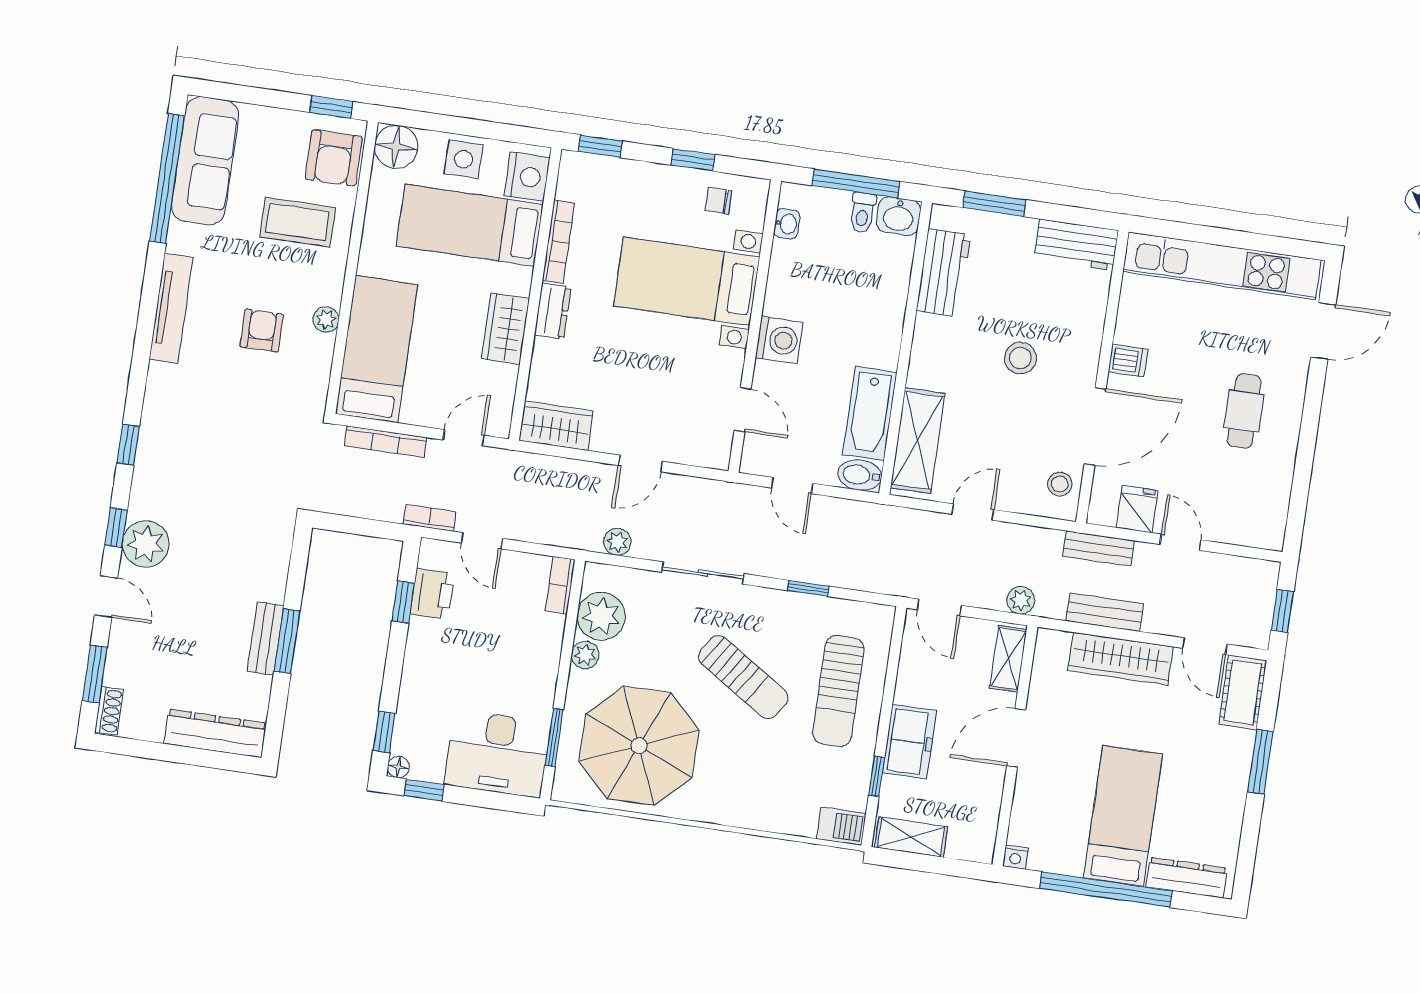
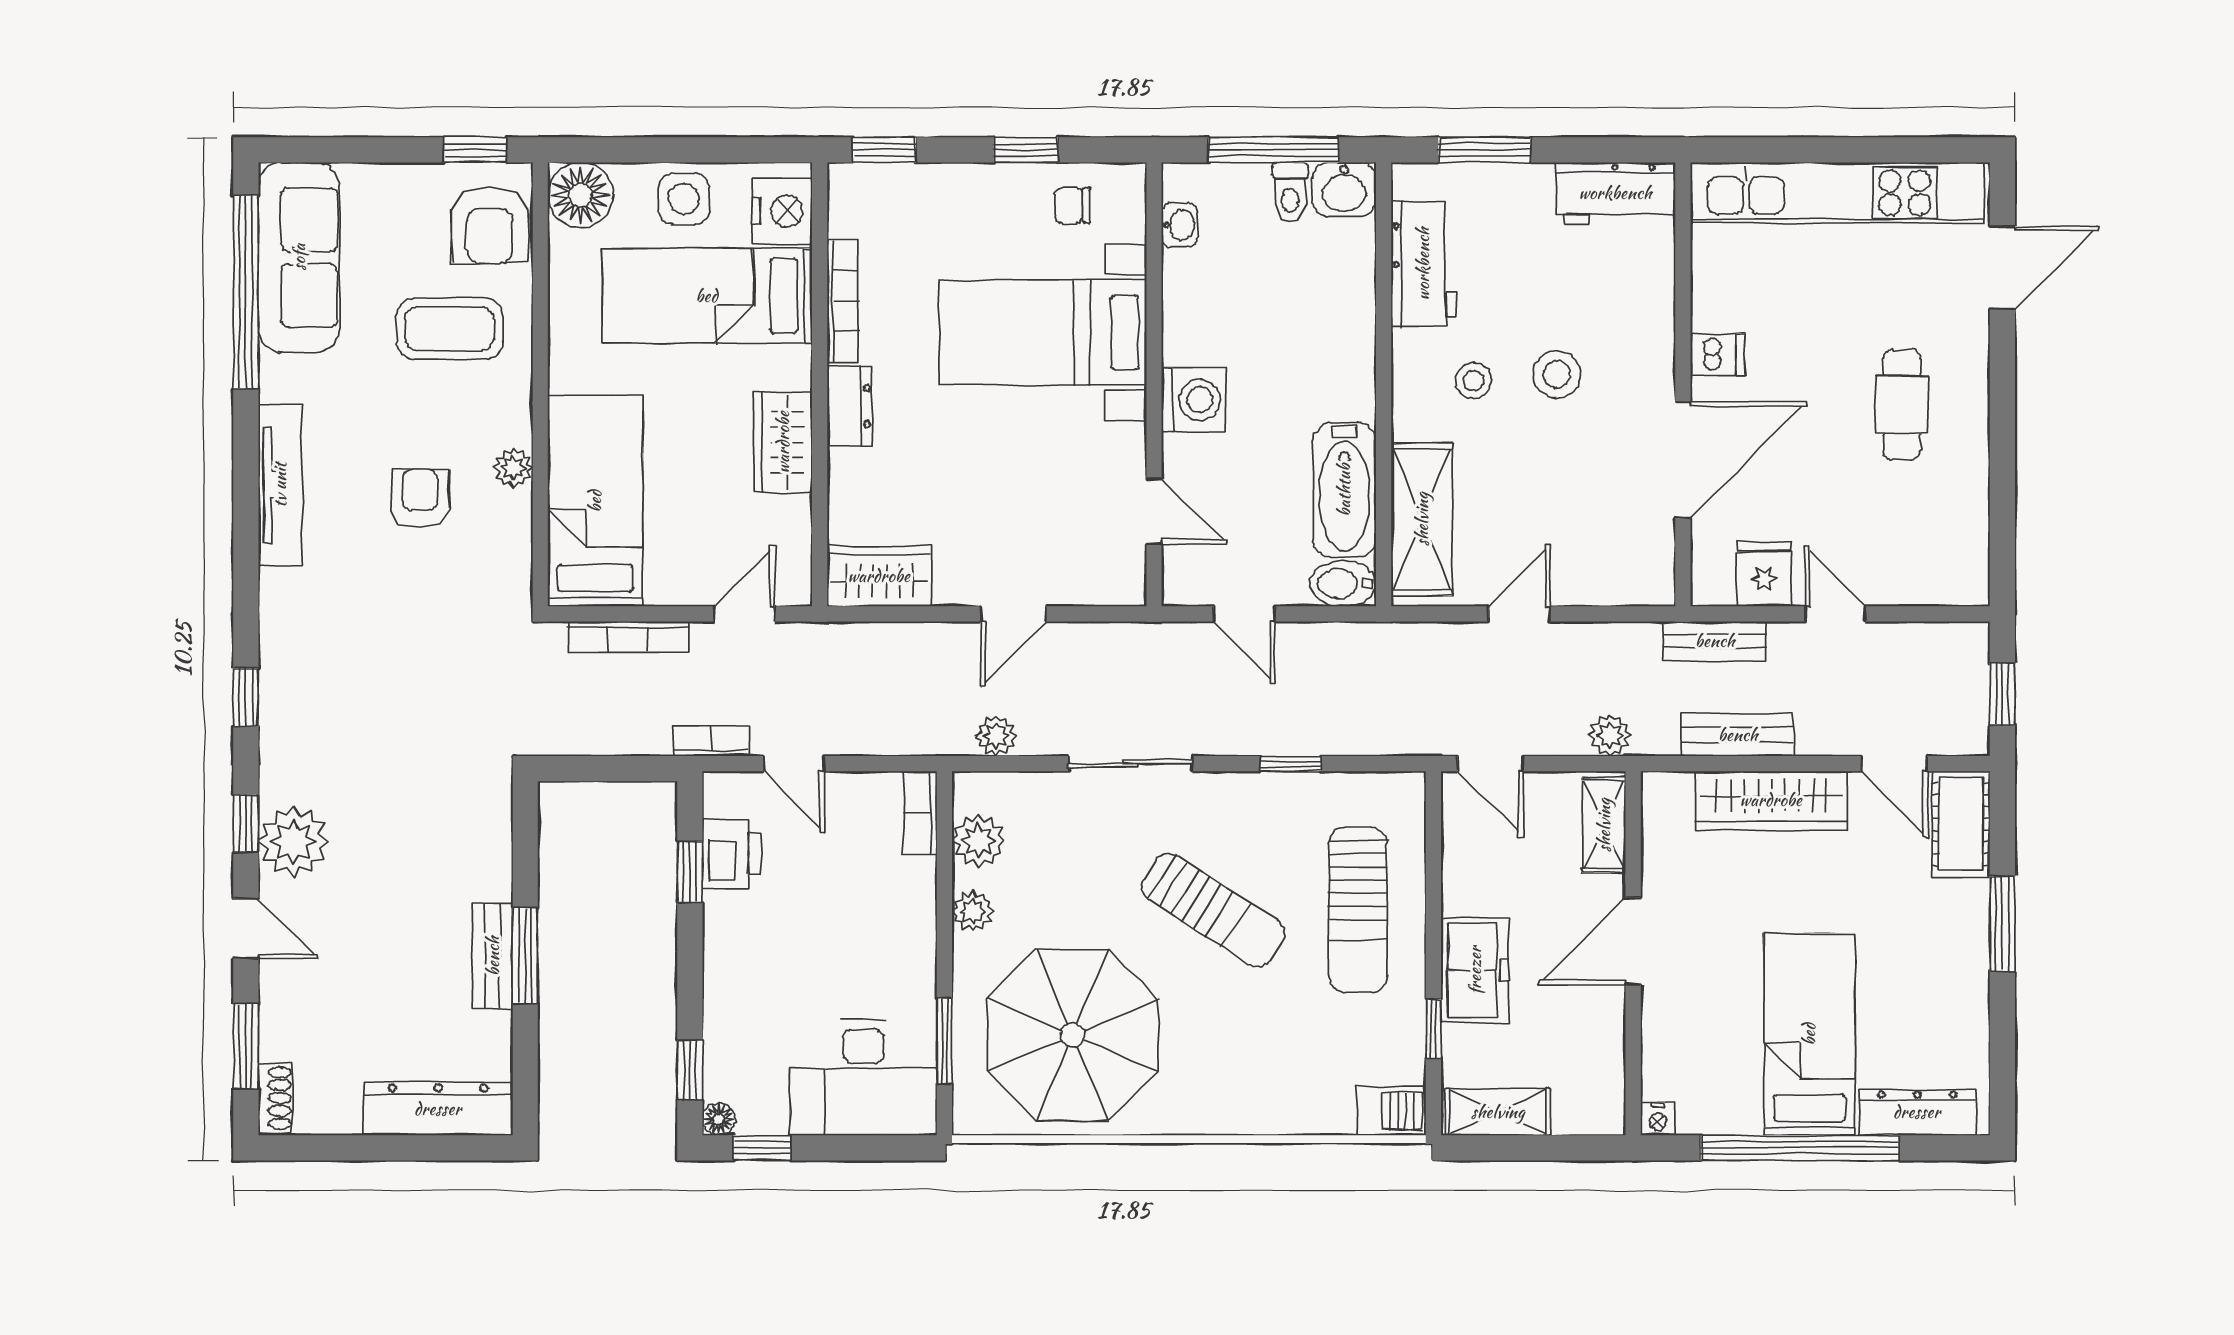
stool: (1060, 484) -> (1474, 381), moved
plant: (601, 616) -> (978, 841), width x0.73, depth x0.73

